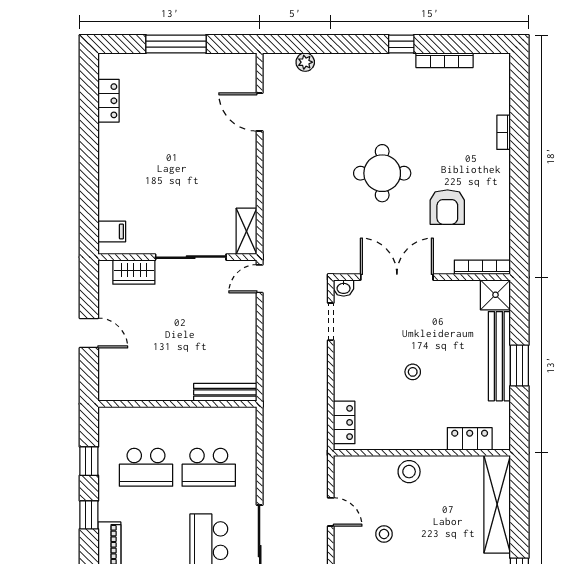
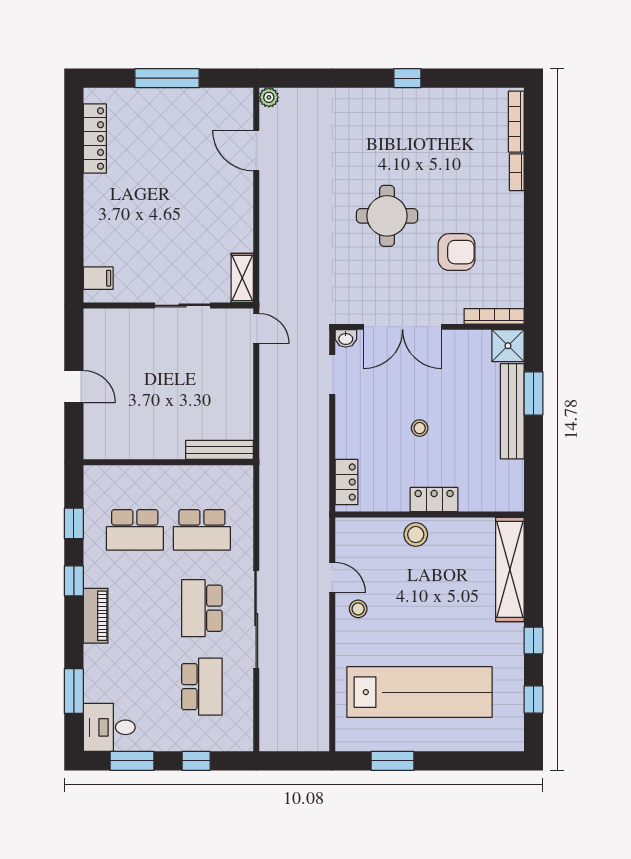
bookcase: (445, 60) -> (516, 122), moved, turned 90
plant: (305, 62) -> (269, 97), moved
locker: (109, 101) -> (95, 139), width x1.53
armchair: (447, 207) -> (457, 252), turned -90
sliding door: (191, 257) -> (183, 305), width x0.73
wardrobe: (134, 272) -> (122, 321), removed
double door: (397, 277) -> (403, 327), swing flipped
door: (260, 279) -> (256, 329), swing flipped
window: (519, 366) -> (534, 393), moved
locker: (470, 439) -> (434, 500), moved
stool: (384, 534) -> (358, 609), moved

